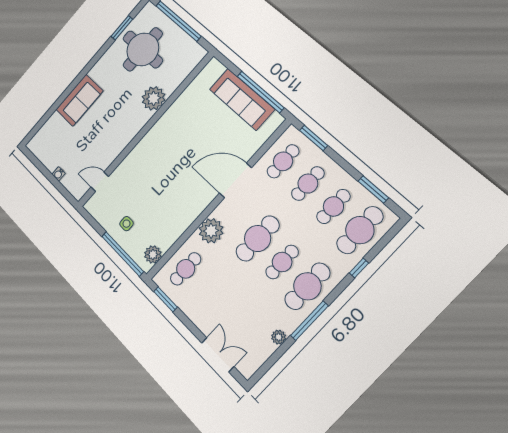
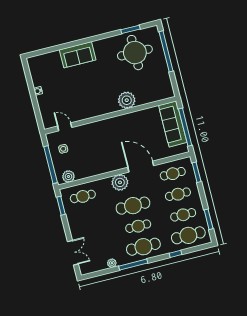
plant: (154, 98) -> (127, 100), moved
wall: (145, 130) -> (110, 115), moved
door: (100, 182) -> (65, 127), moved
plant: (211, 231) -> (120, 182), moved

